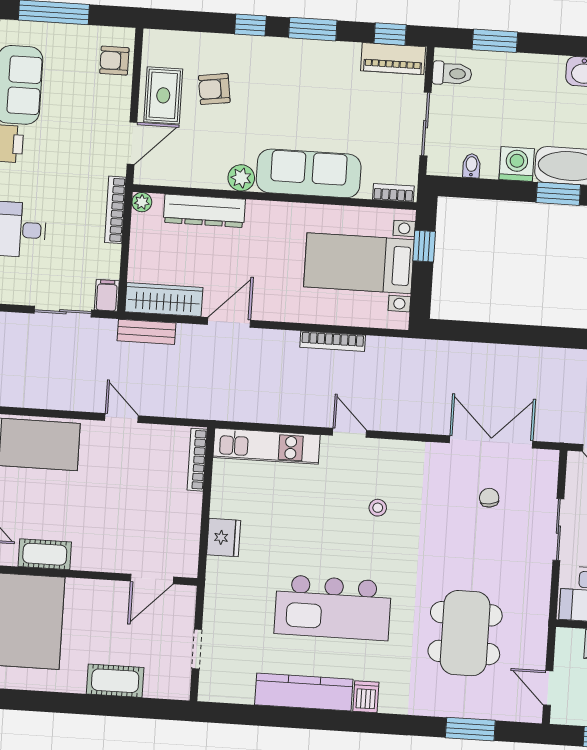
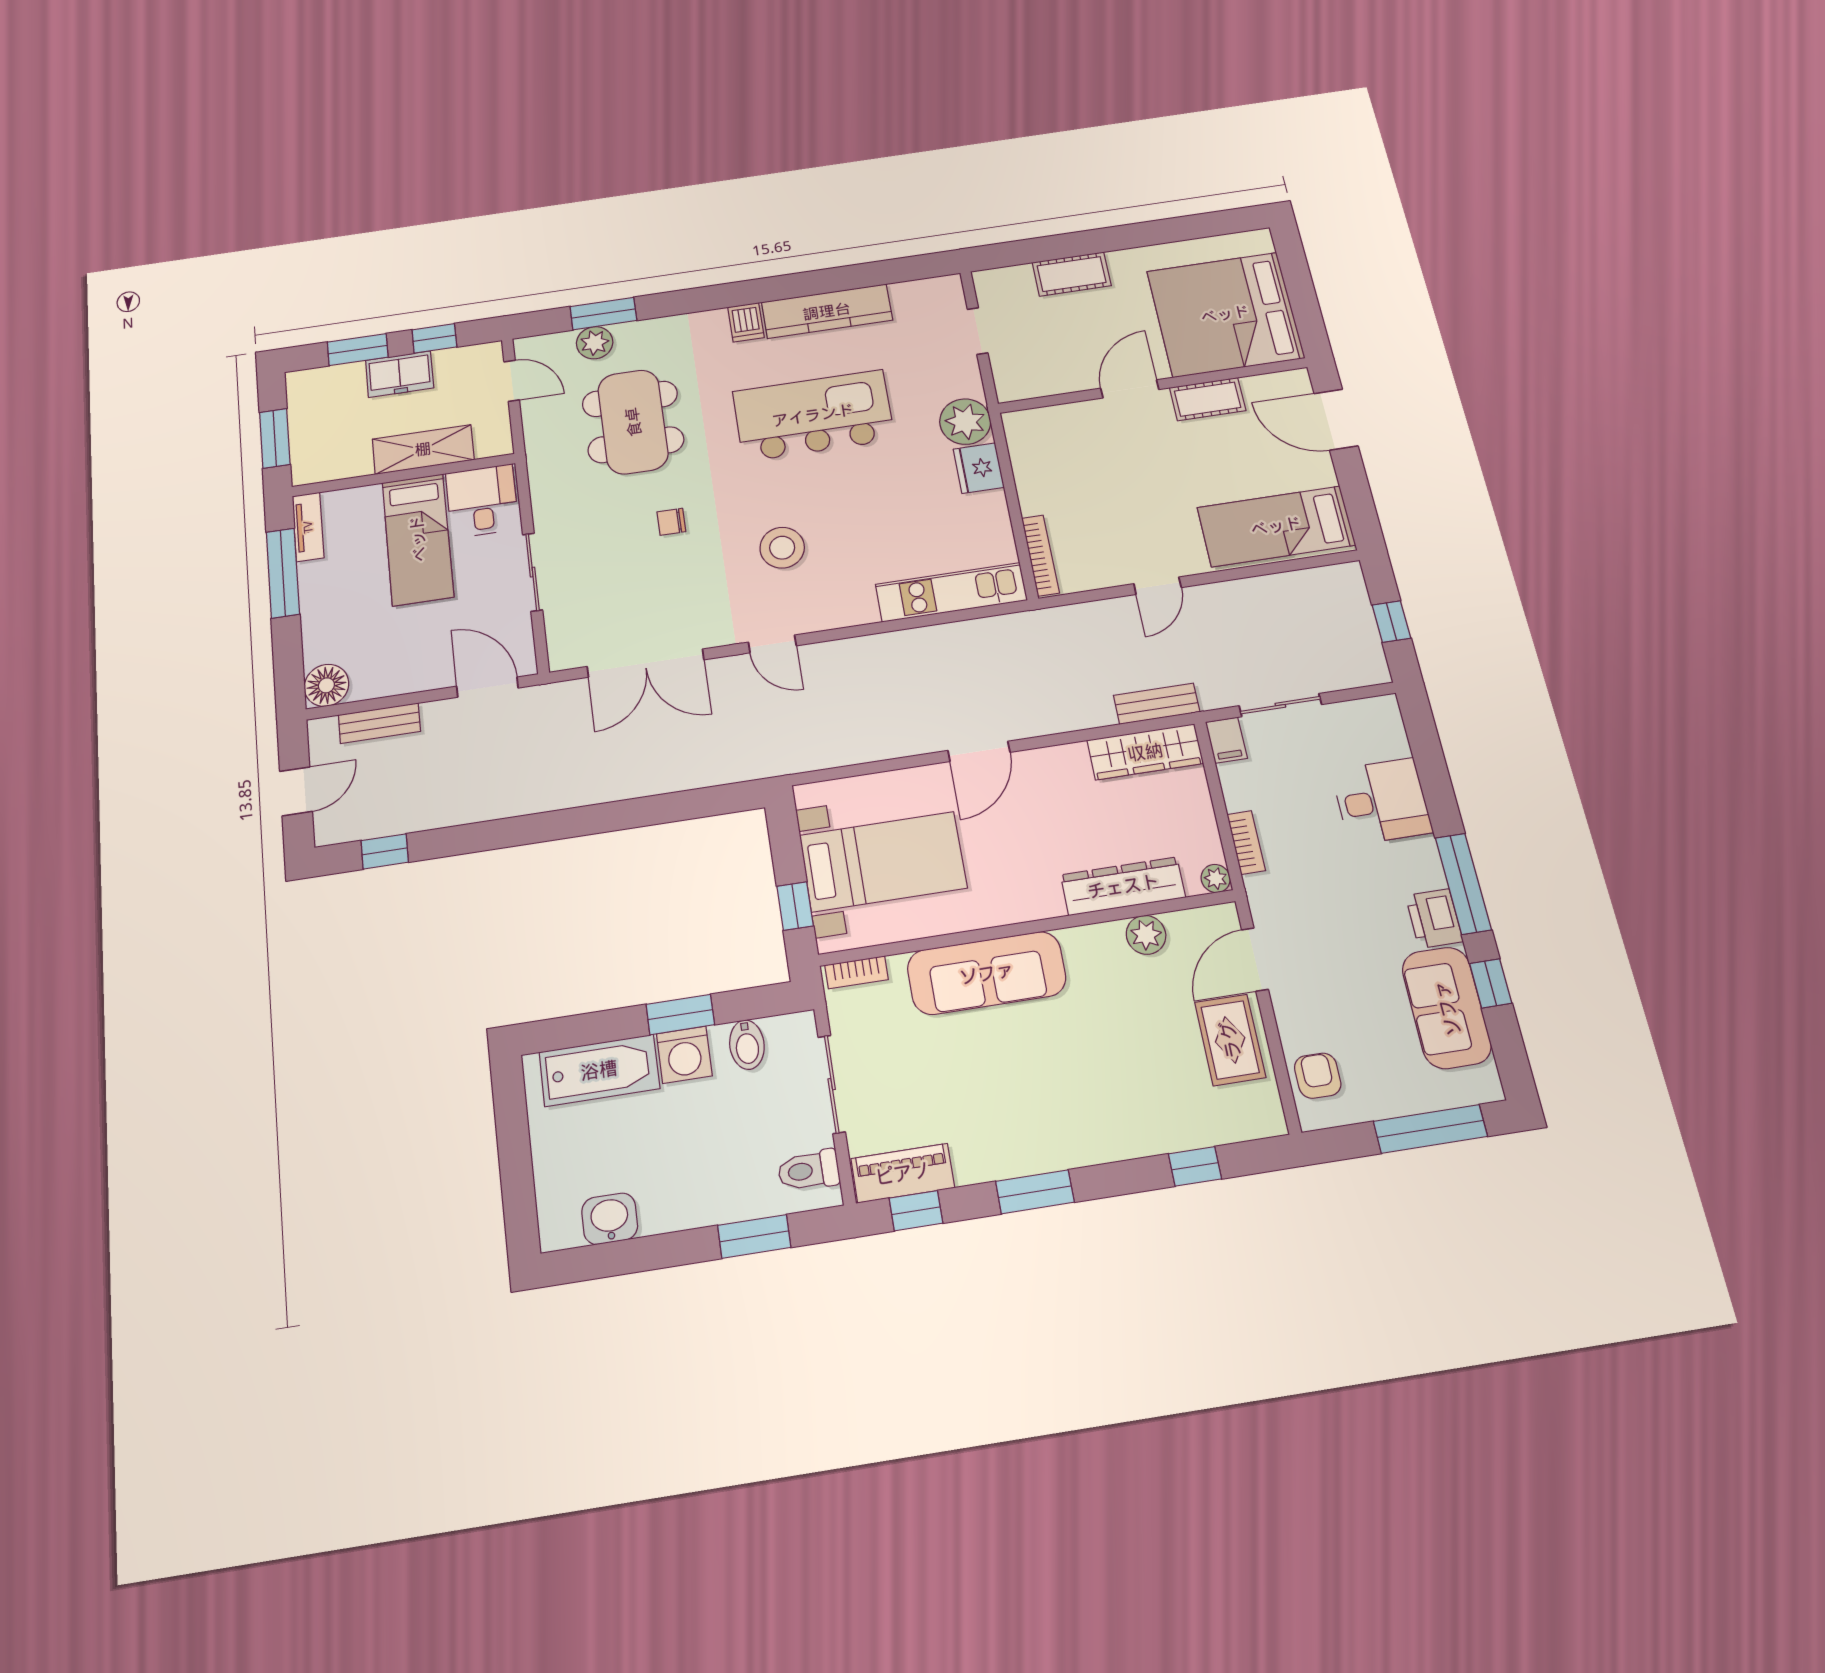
window: (250, 25) -> (1195, 1166), moved
armchair: (114, 61) -> (1318, 1076), turned -90
armchair: (214, 89) -> (1158, 1066), removed
bidet: (471, 166) -> (747, 1045), width x1.38, depth x1.36
plant: (241, 178) -> (1146, 935), moved
window: (558, 194) -> (680, 1015), moved
bookcase: (115, 210) -> (1246, 842), width x0.64
door: (229, 322) -> (979, 751), moved
bookcase: (333, 341) -> (895, 747), removed
door: (122, 418) -> (1158, 586), hinge flipped
door: (349, 433) -> (772, 644), moved
chair: (489, 498) -> (671, 522), moved, turned 99
stool: (378, 508) -> (782, 548), width x1.89, depth x1.89
plant: (224, 577) -> (965, 422), added
door: (152, 579) -> (1130, 389), moved
plant: (481, 706) -> (595, 343), added

